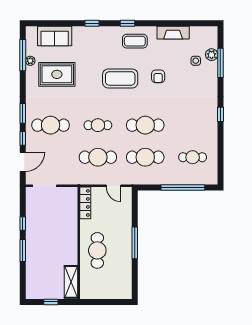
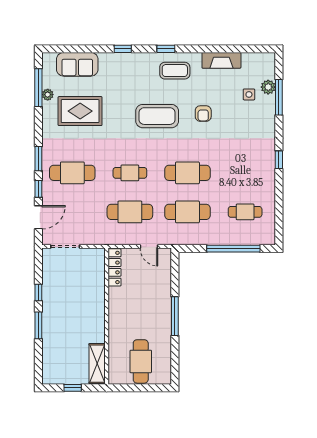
cafe table: (97, 250) -> (141, 361), moved

